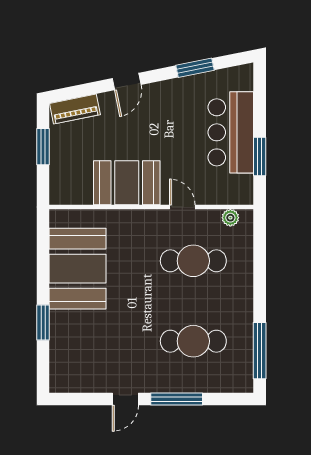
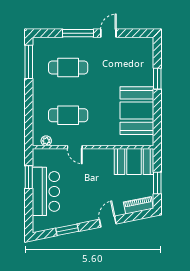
booth: (127, 183) -> (134, 162), moved

